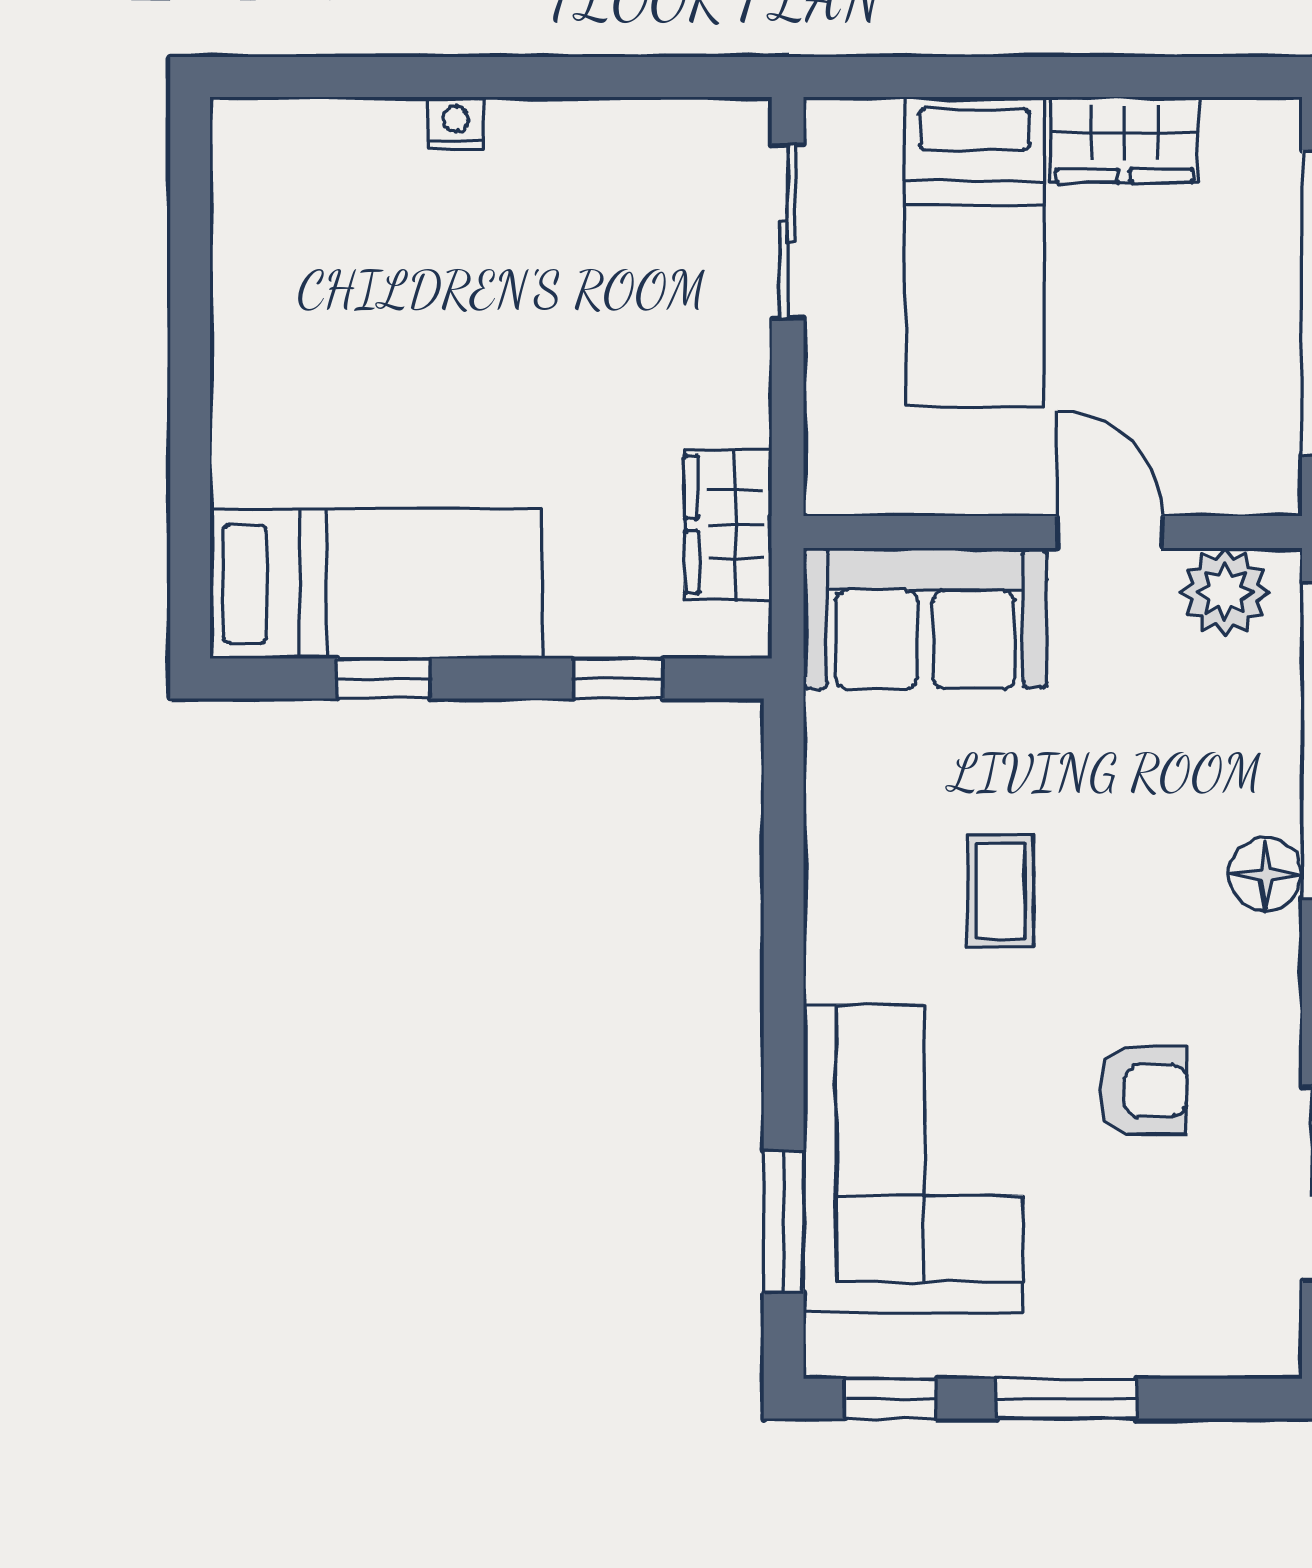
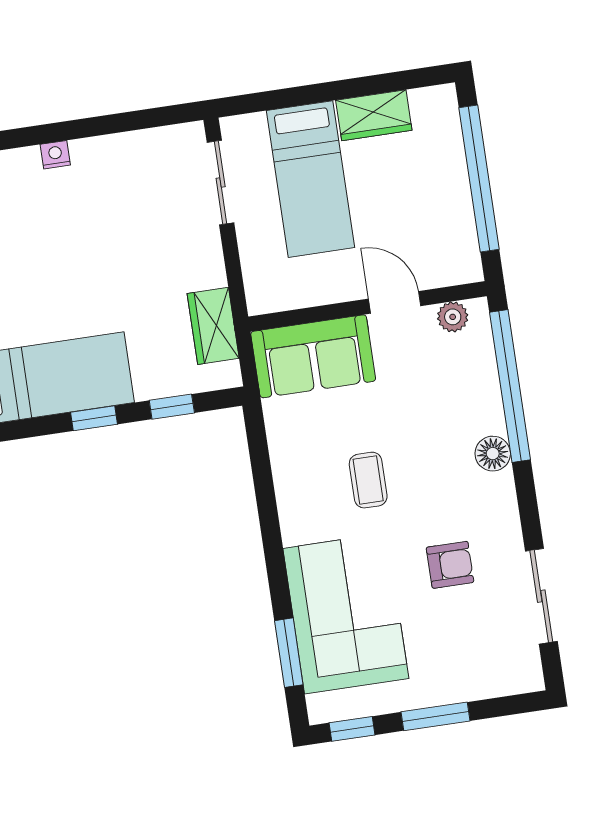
plant: (1225, 592) -> (453, 317), width x0.73, depth x0.73
window: (384, 678) -> (94, 418), moved

